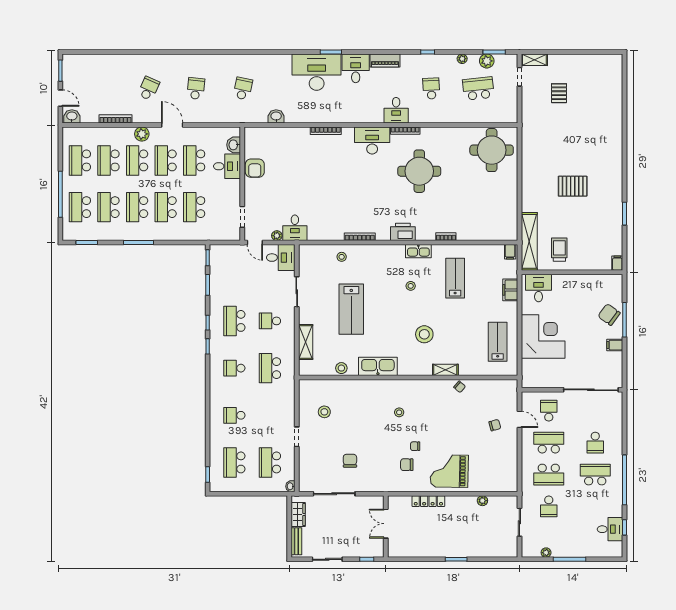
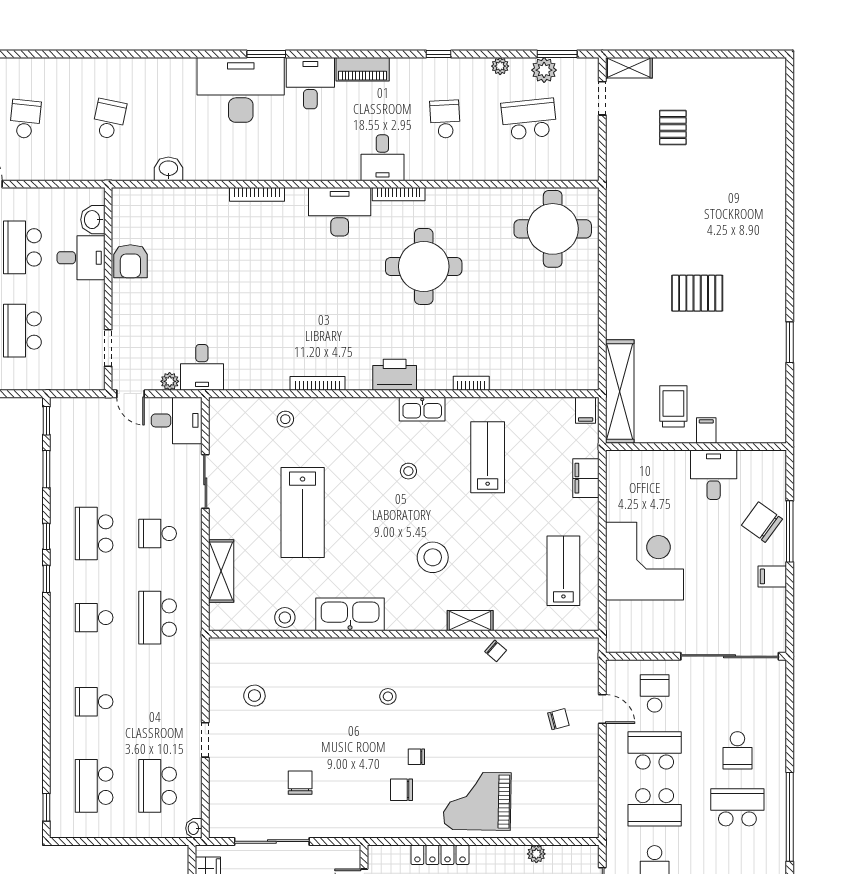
filing cabinet: (617, 263) -> (706, 430), moved
desk: (539, 288) -> (714, 475), moved

